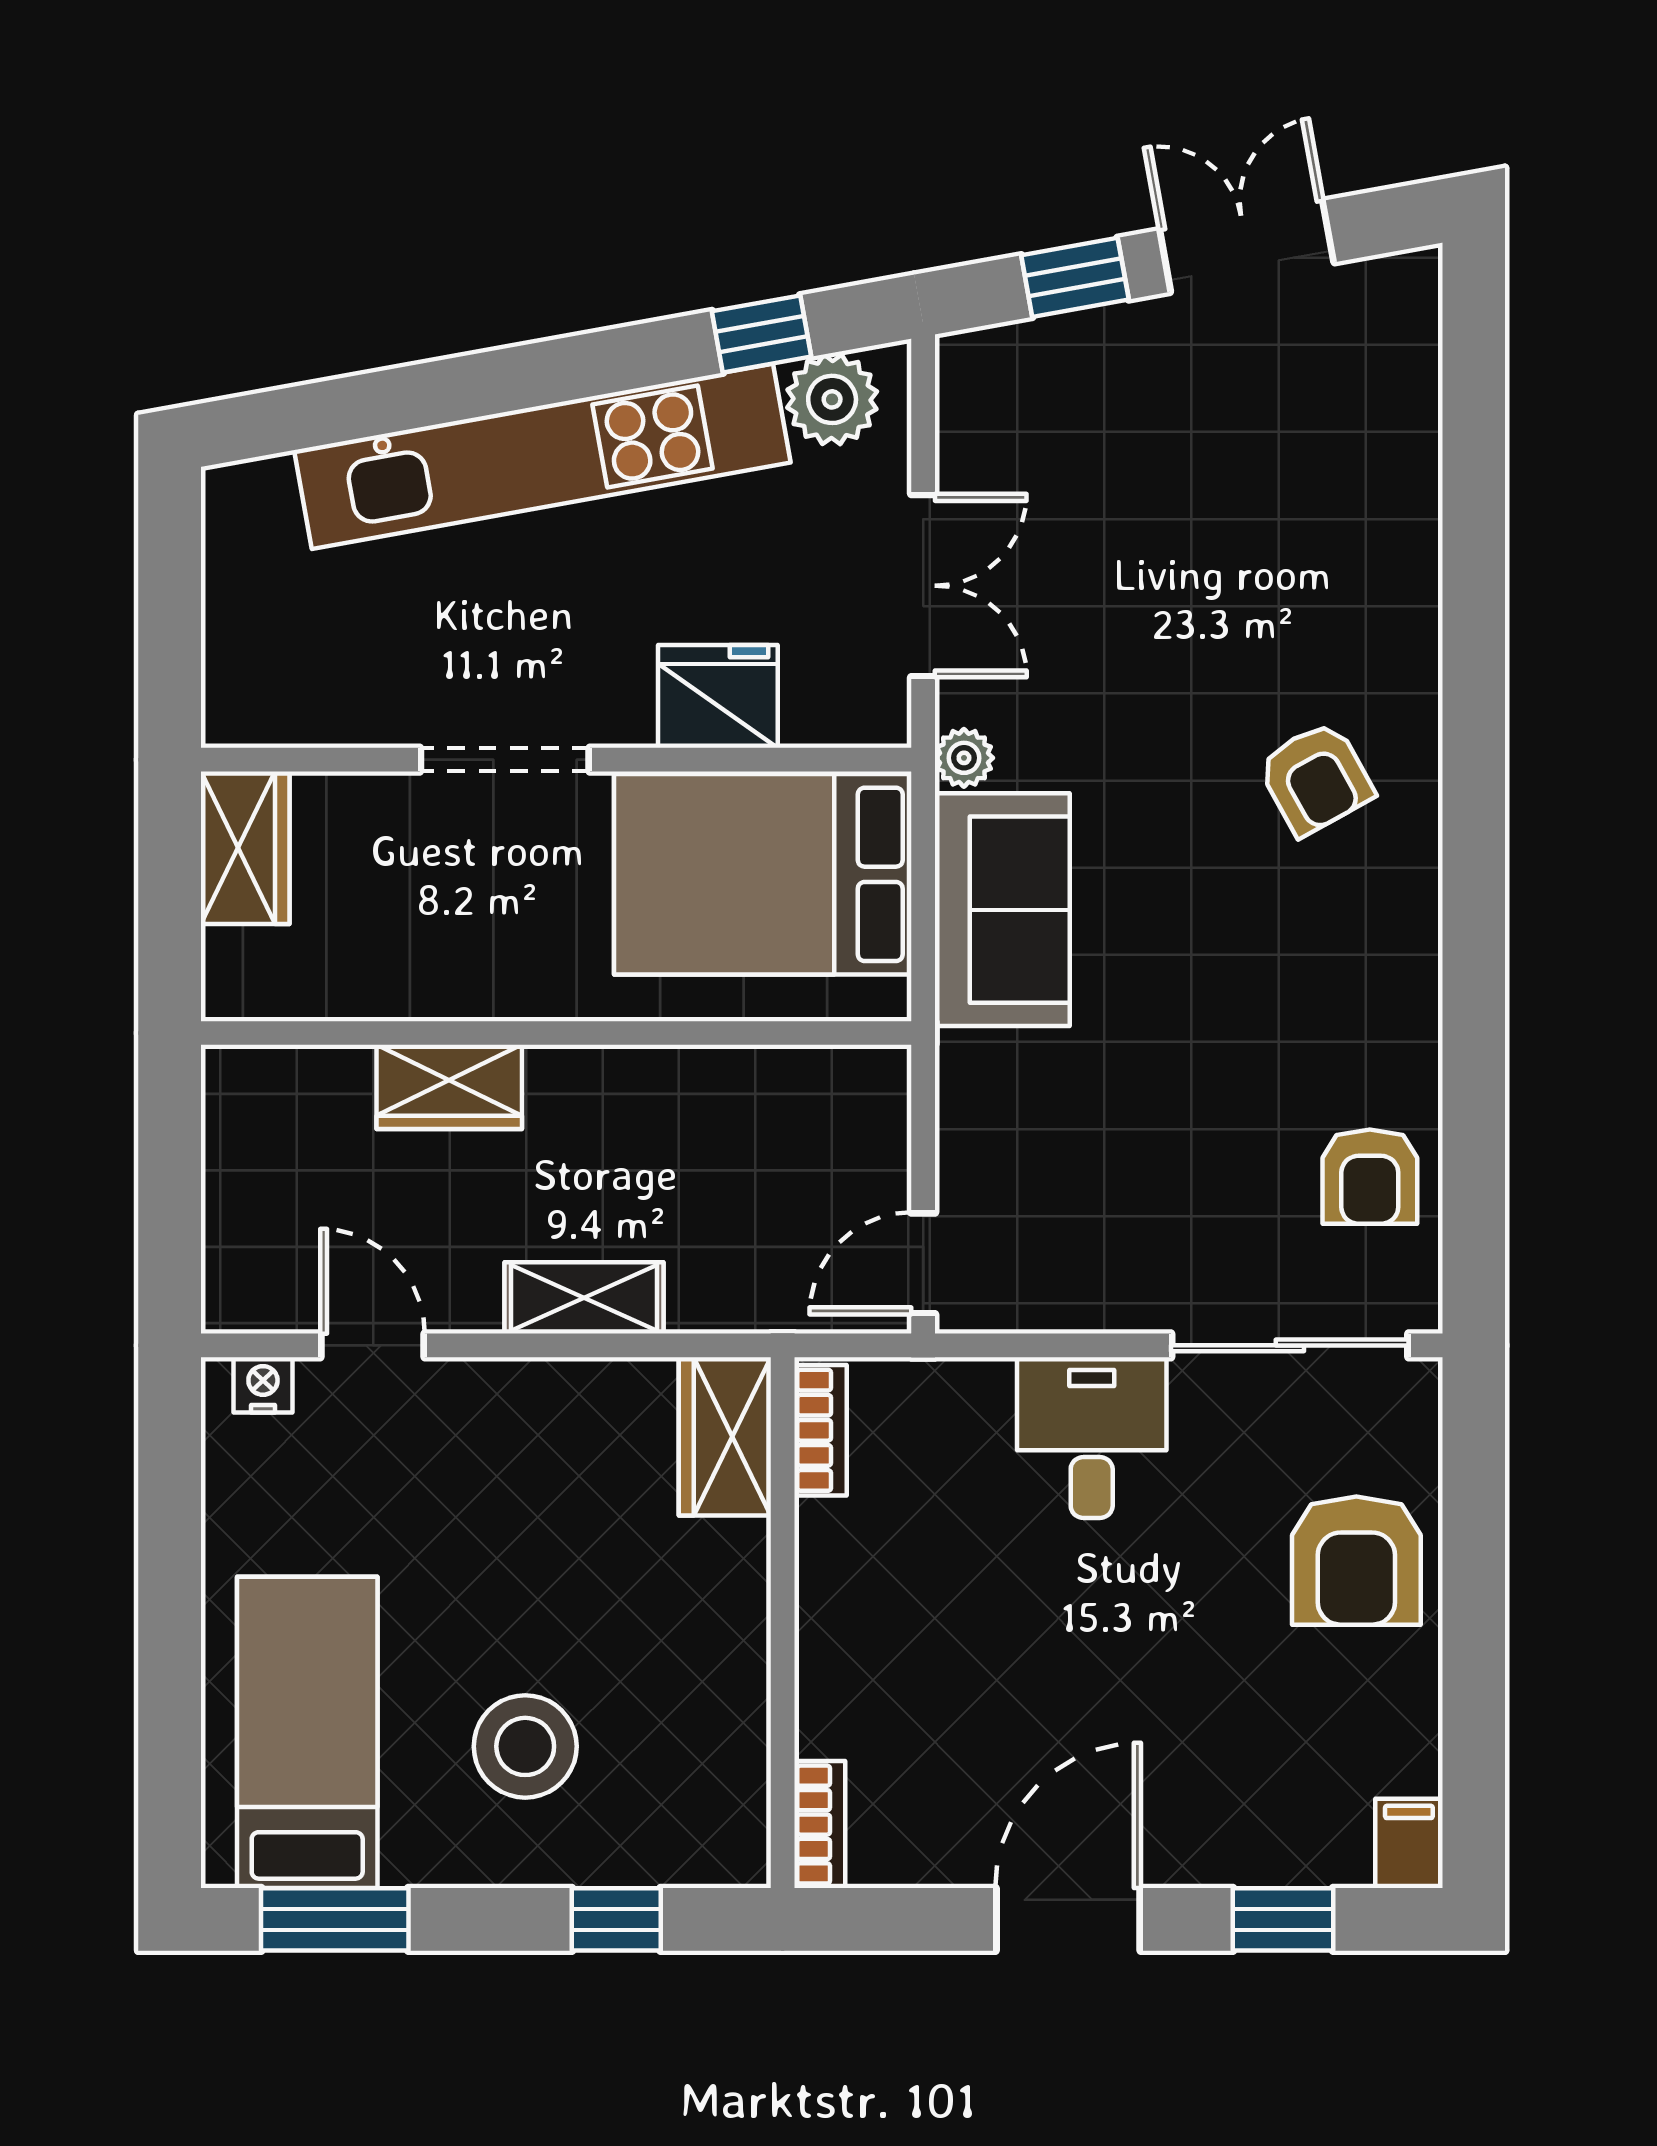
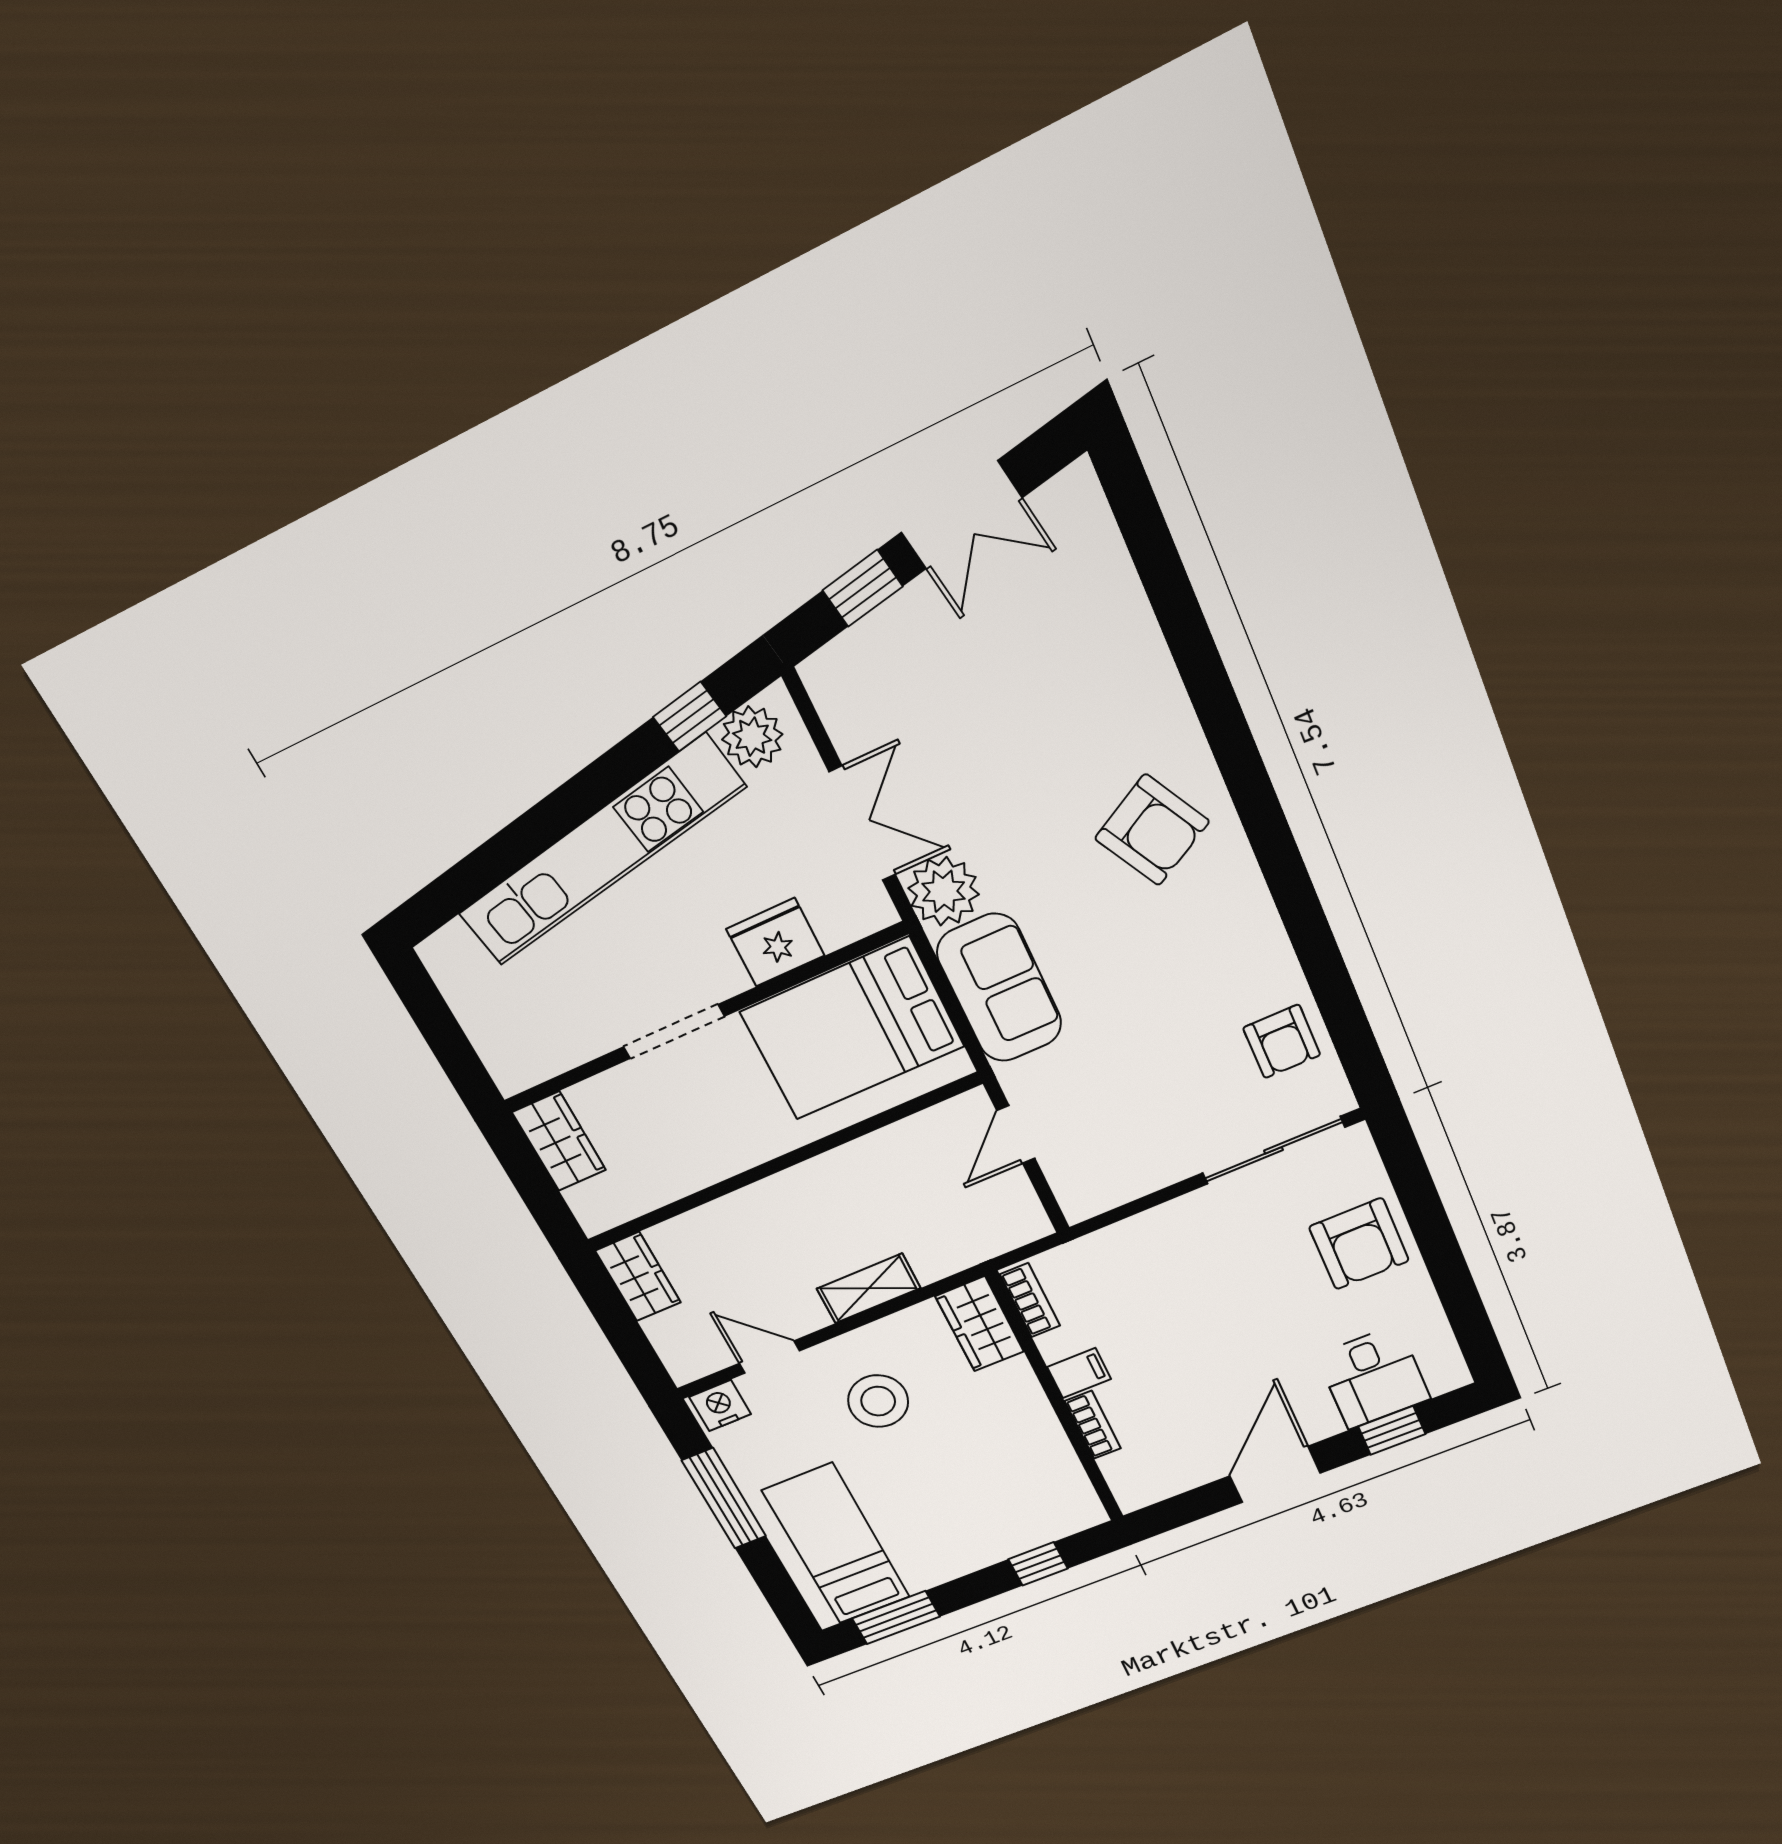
double door: (1247, 246) -> (962, 515), swing flipped
plant: (964, 758) -> (944, 891), width x1.87, depth x1.87
armchair: (1316, 778) -> (1152, 830), width x1.38, depth x1.38
wardrobe: (449, 1087) -> (638, 1277), moved, turned -90
door: (923, 1263) -> (1016, 1135), moved
nightstand: (263, 1385) -> (720, 1406), width x1.39, depth x1.35
desk: (1092, 1438) -> (1373, 1377), moved, turned 180
window: (170, 1565) -> (724, 1498), added
stool: (525, 1746) -> (878, 1401), moved
bookcase: (820, 1825) -> (1093, 1425), moved
filing cabinet: (1409, 1843) -> (1079, 1373), moved, turned 90

